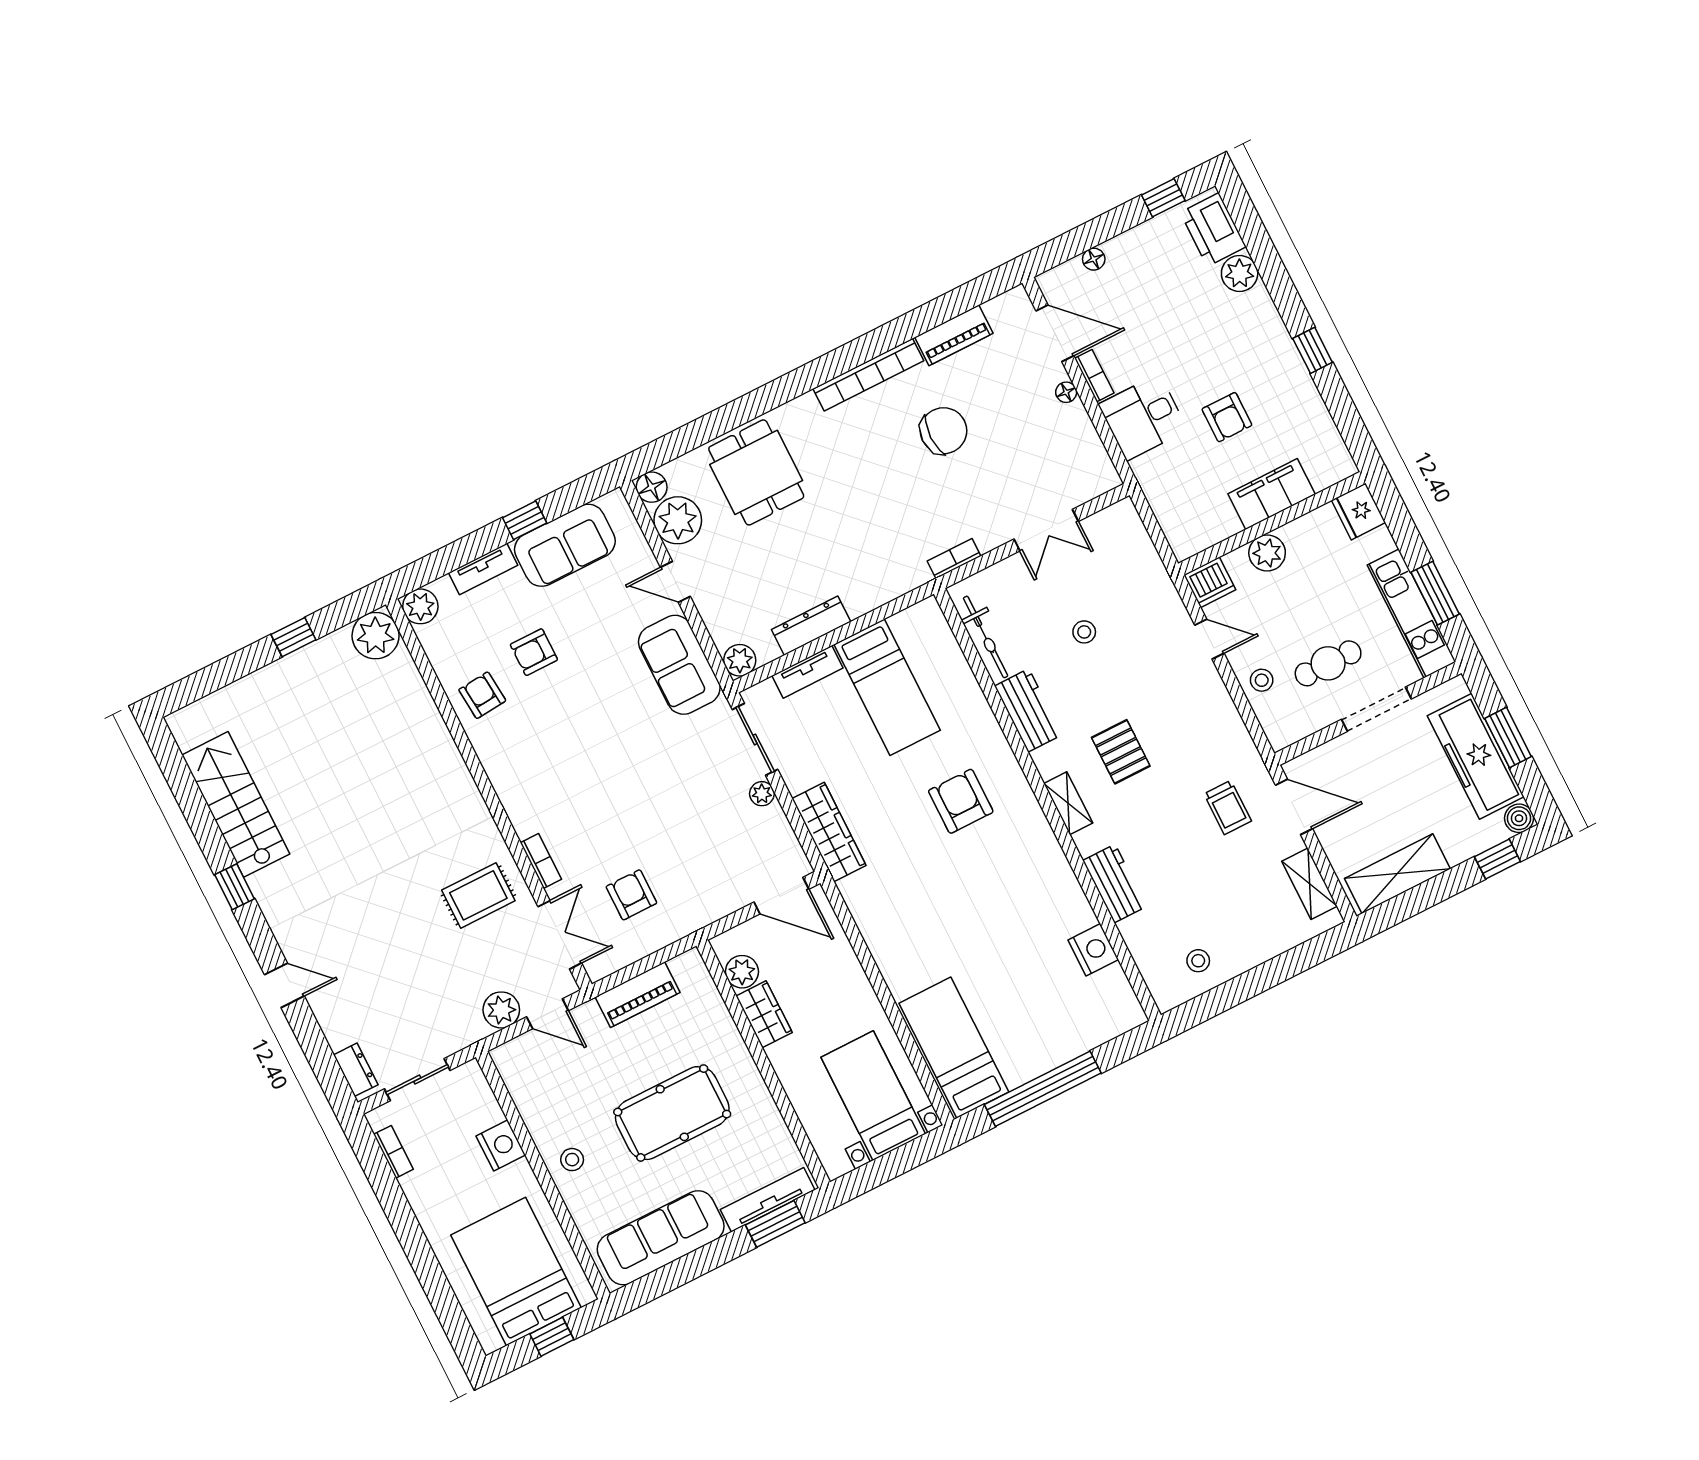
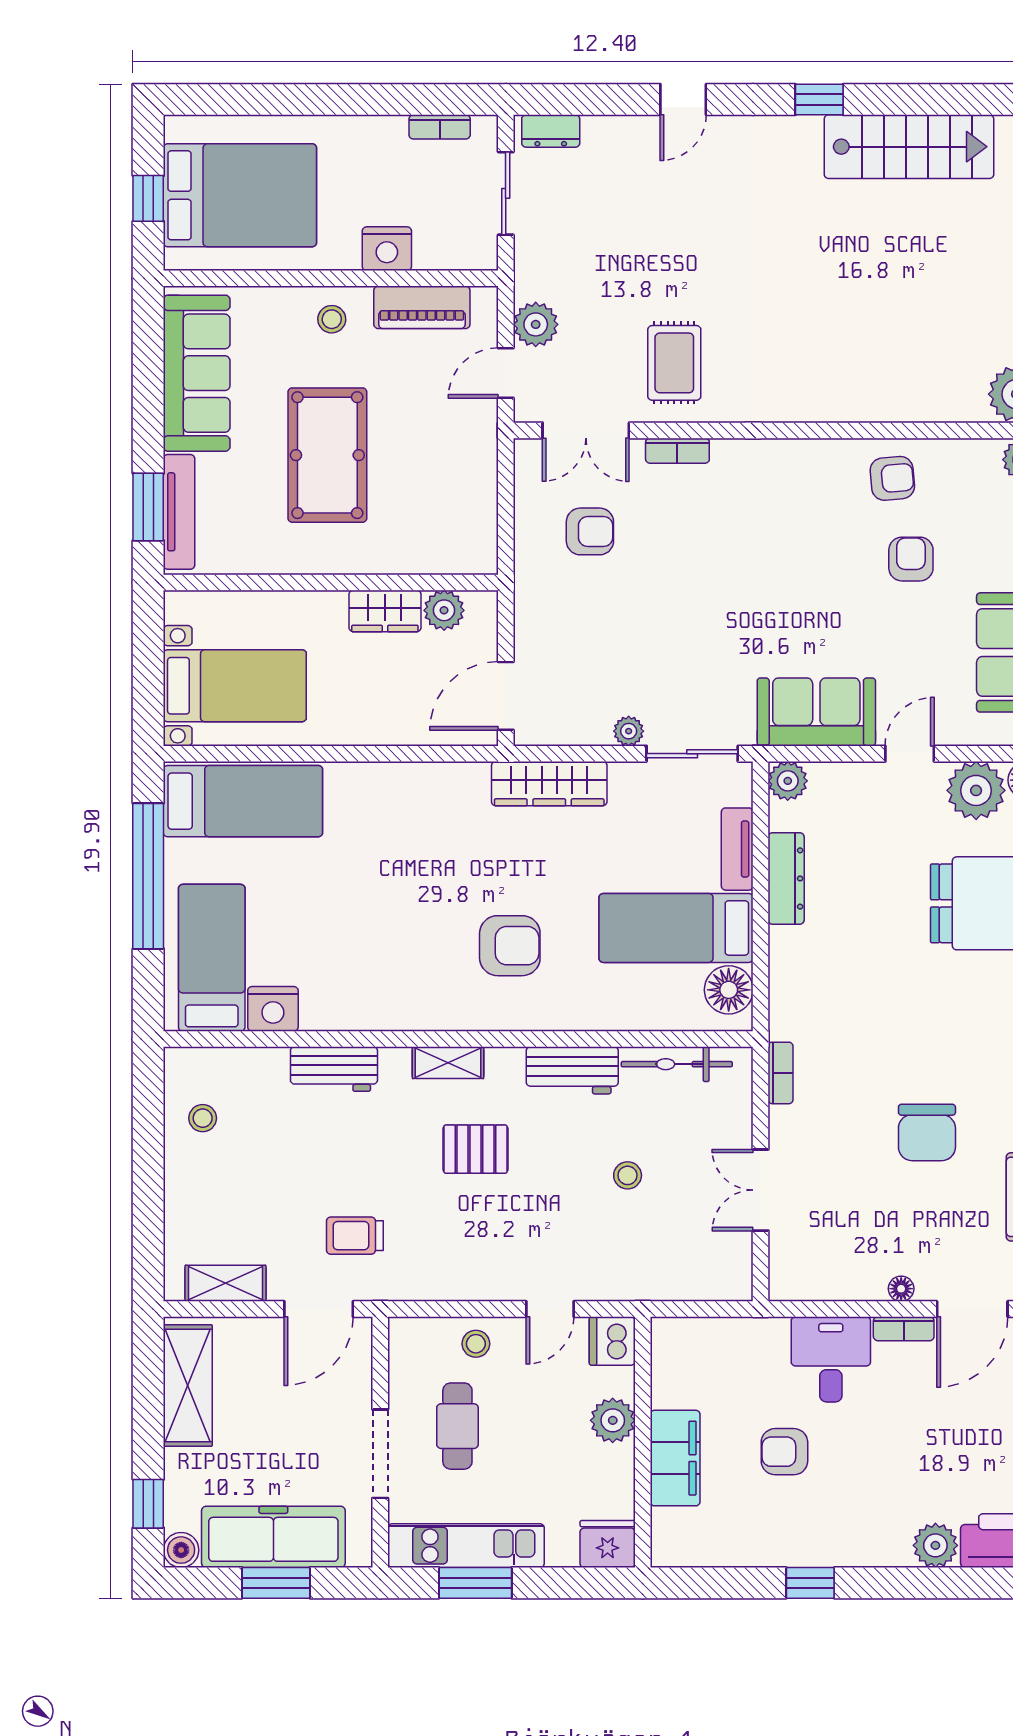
floor lamp: (913, 627) -> (729, 990), added
piano: (638, 995) -> (422, 307), moved, turned -90
bed: (1079, 1013) -> (212, 958), added

